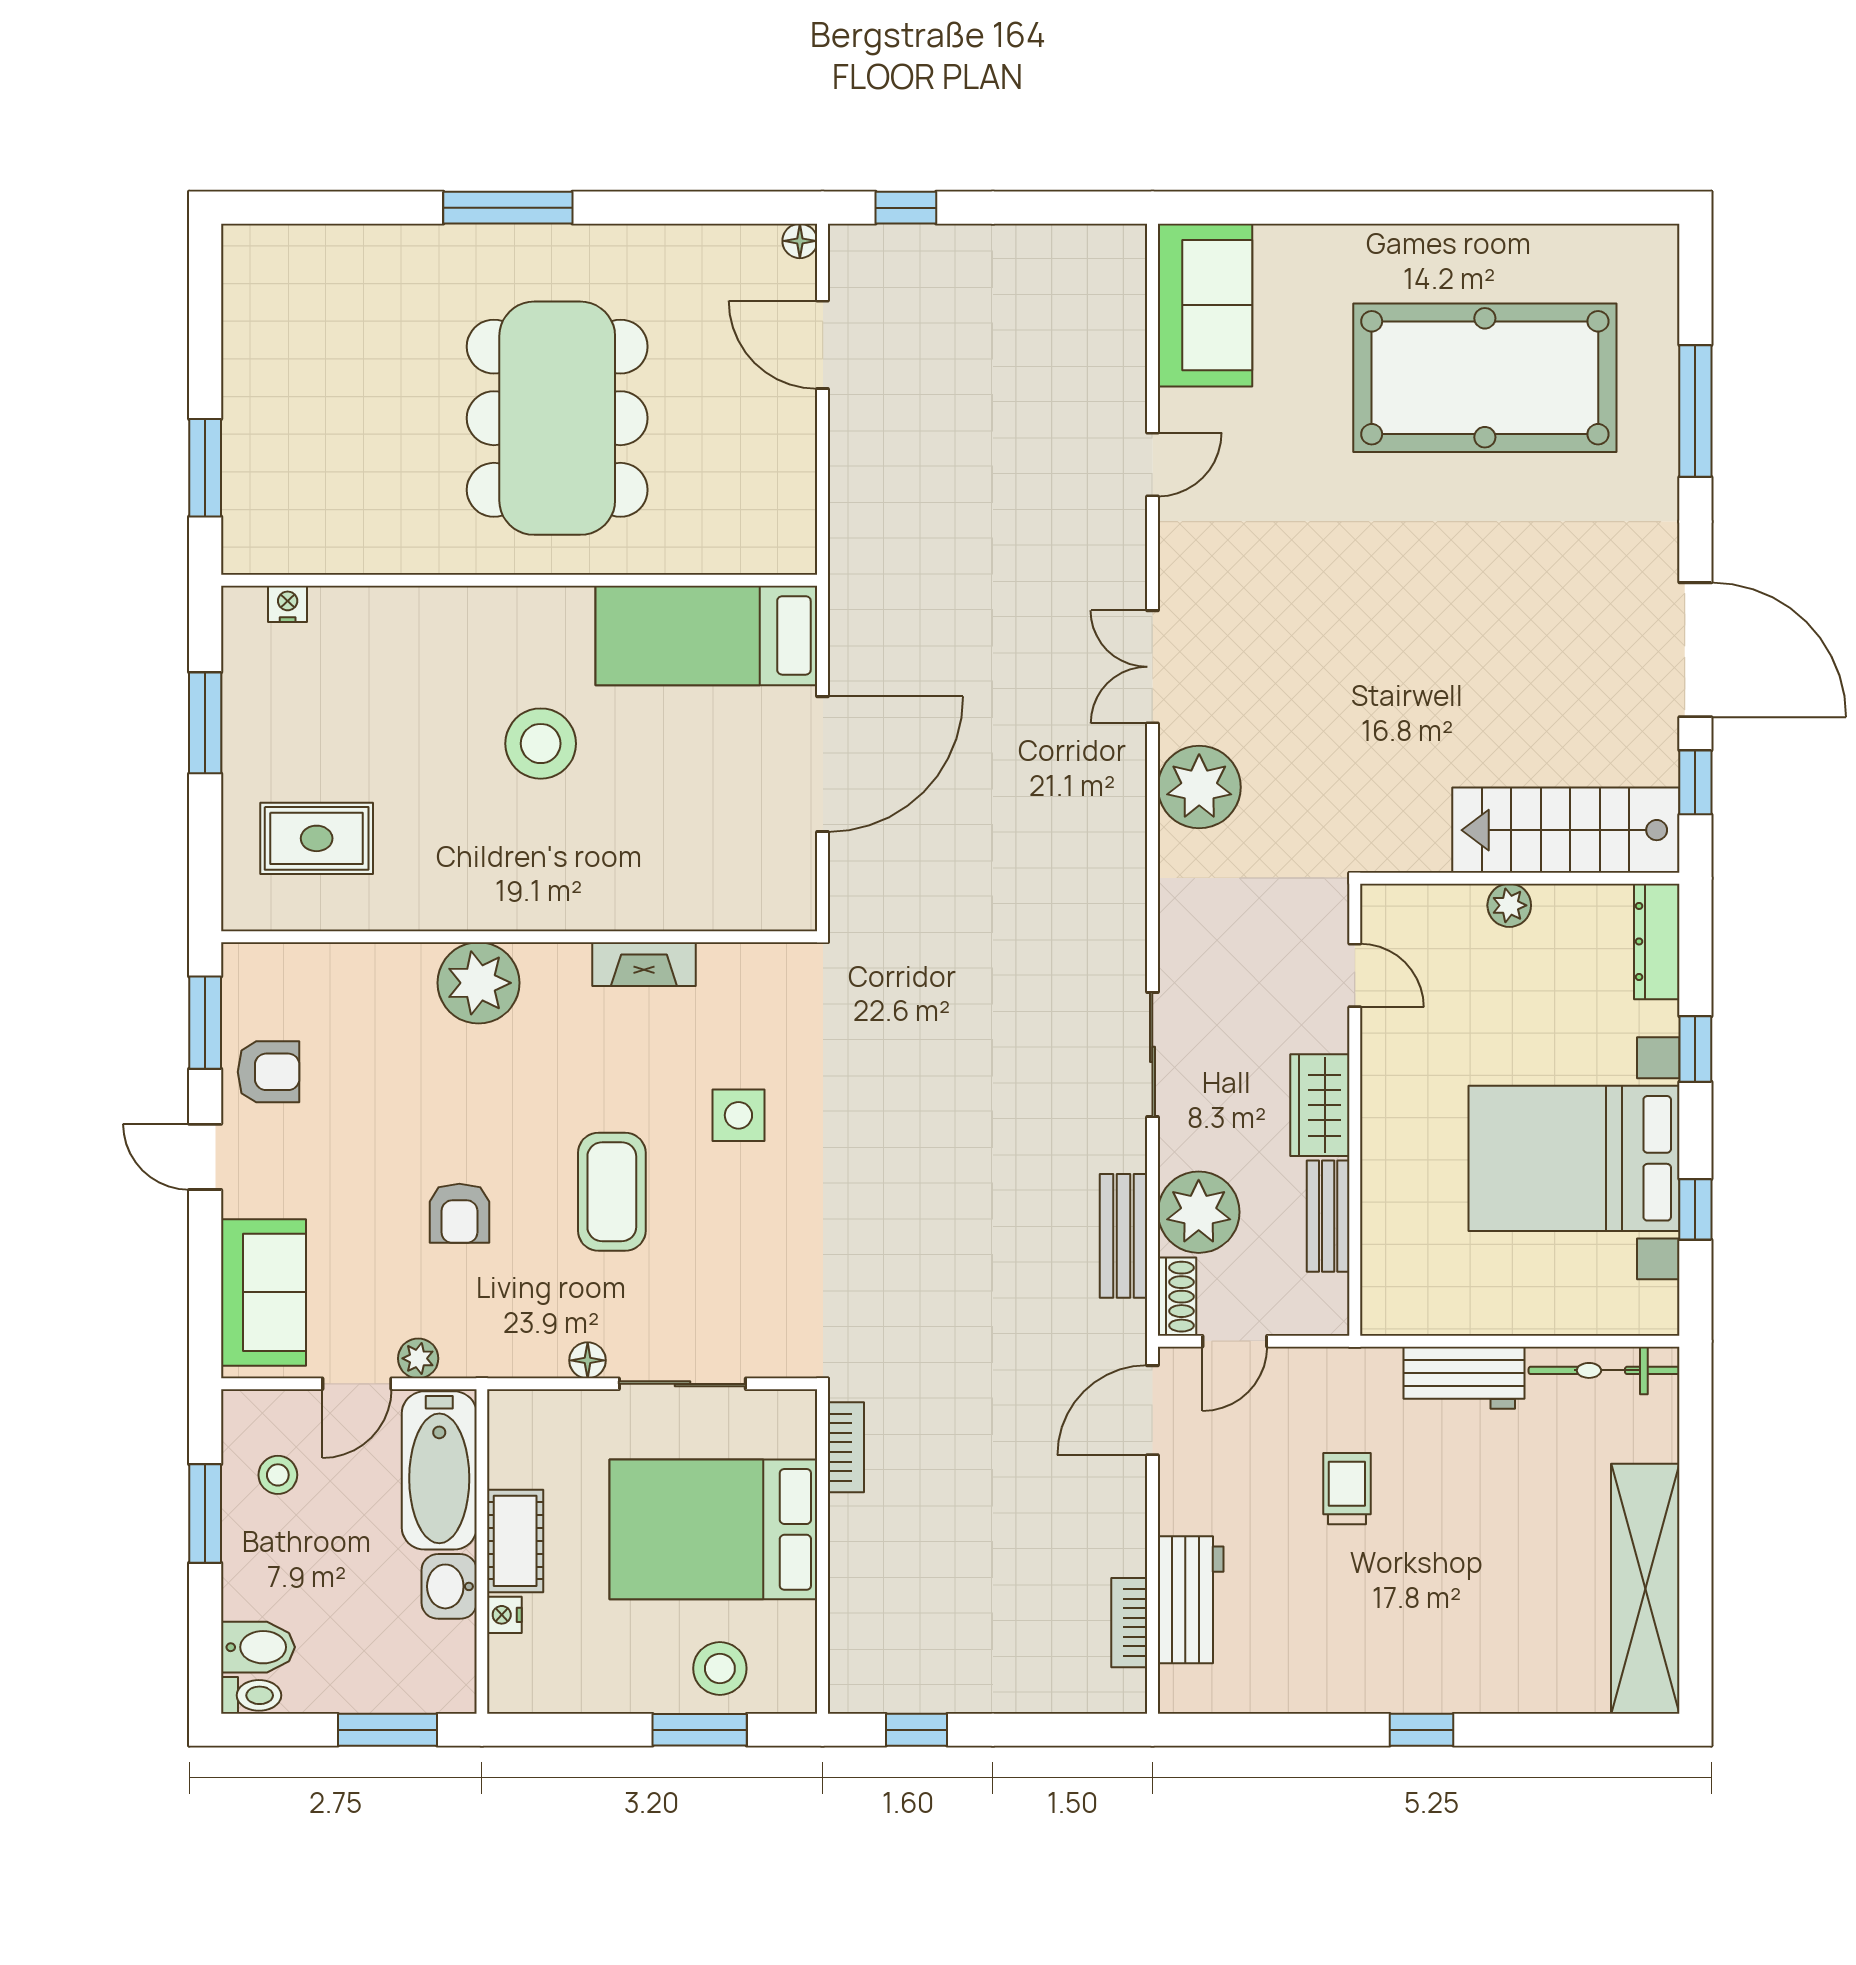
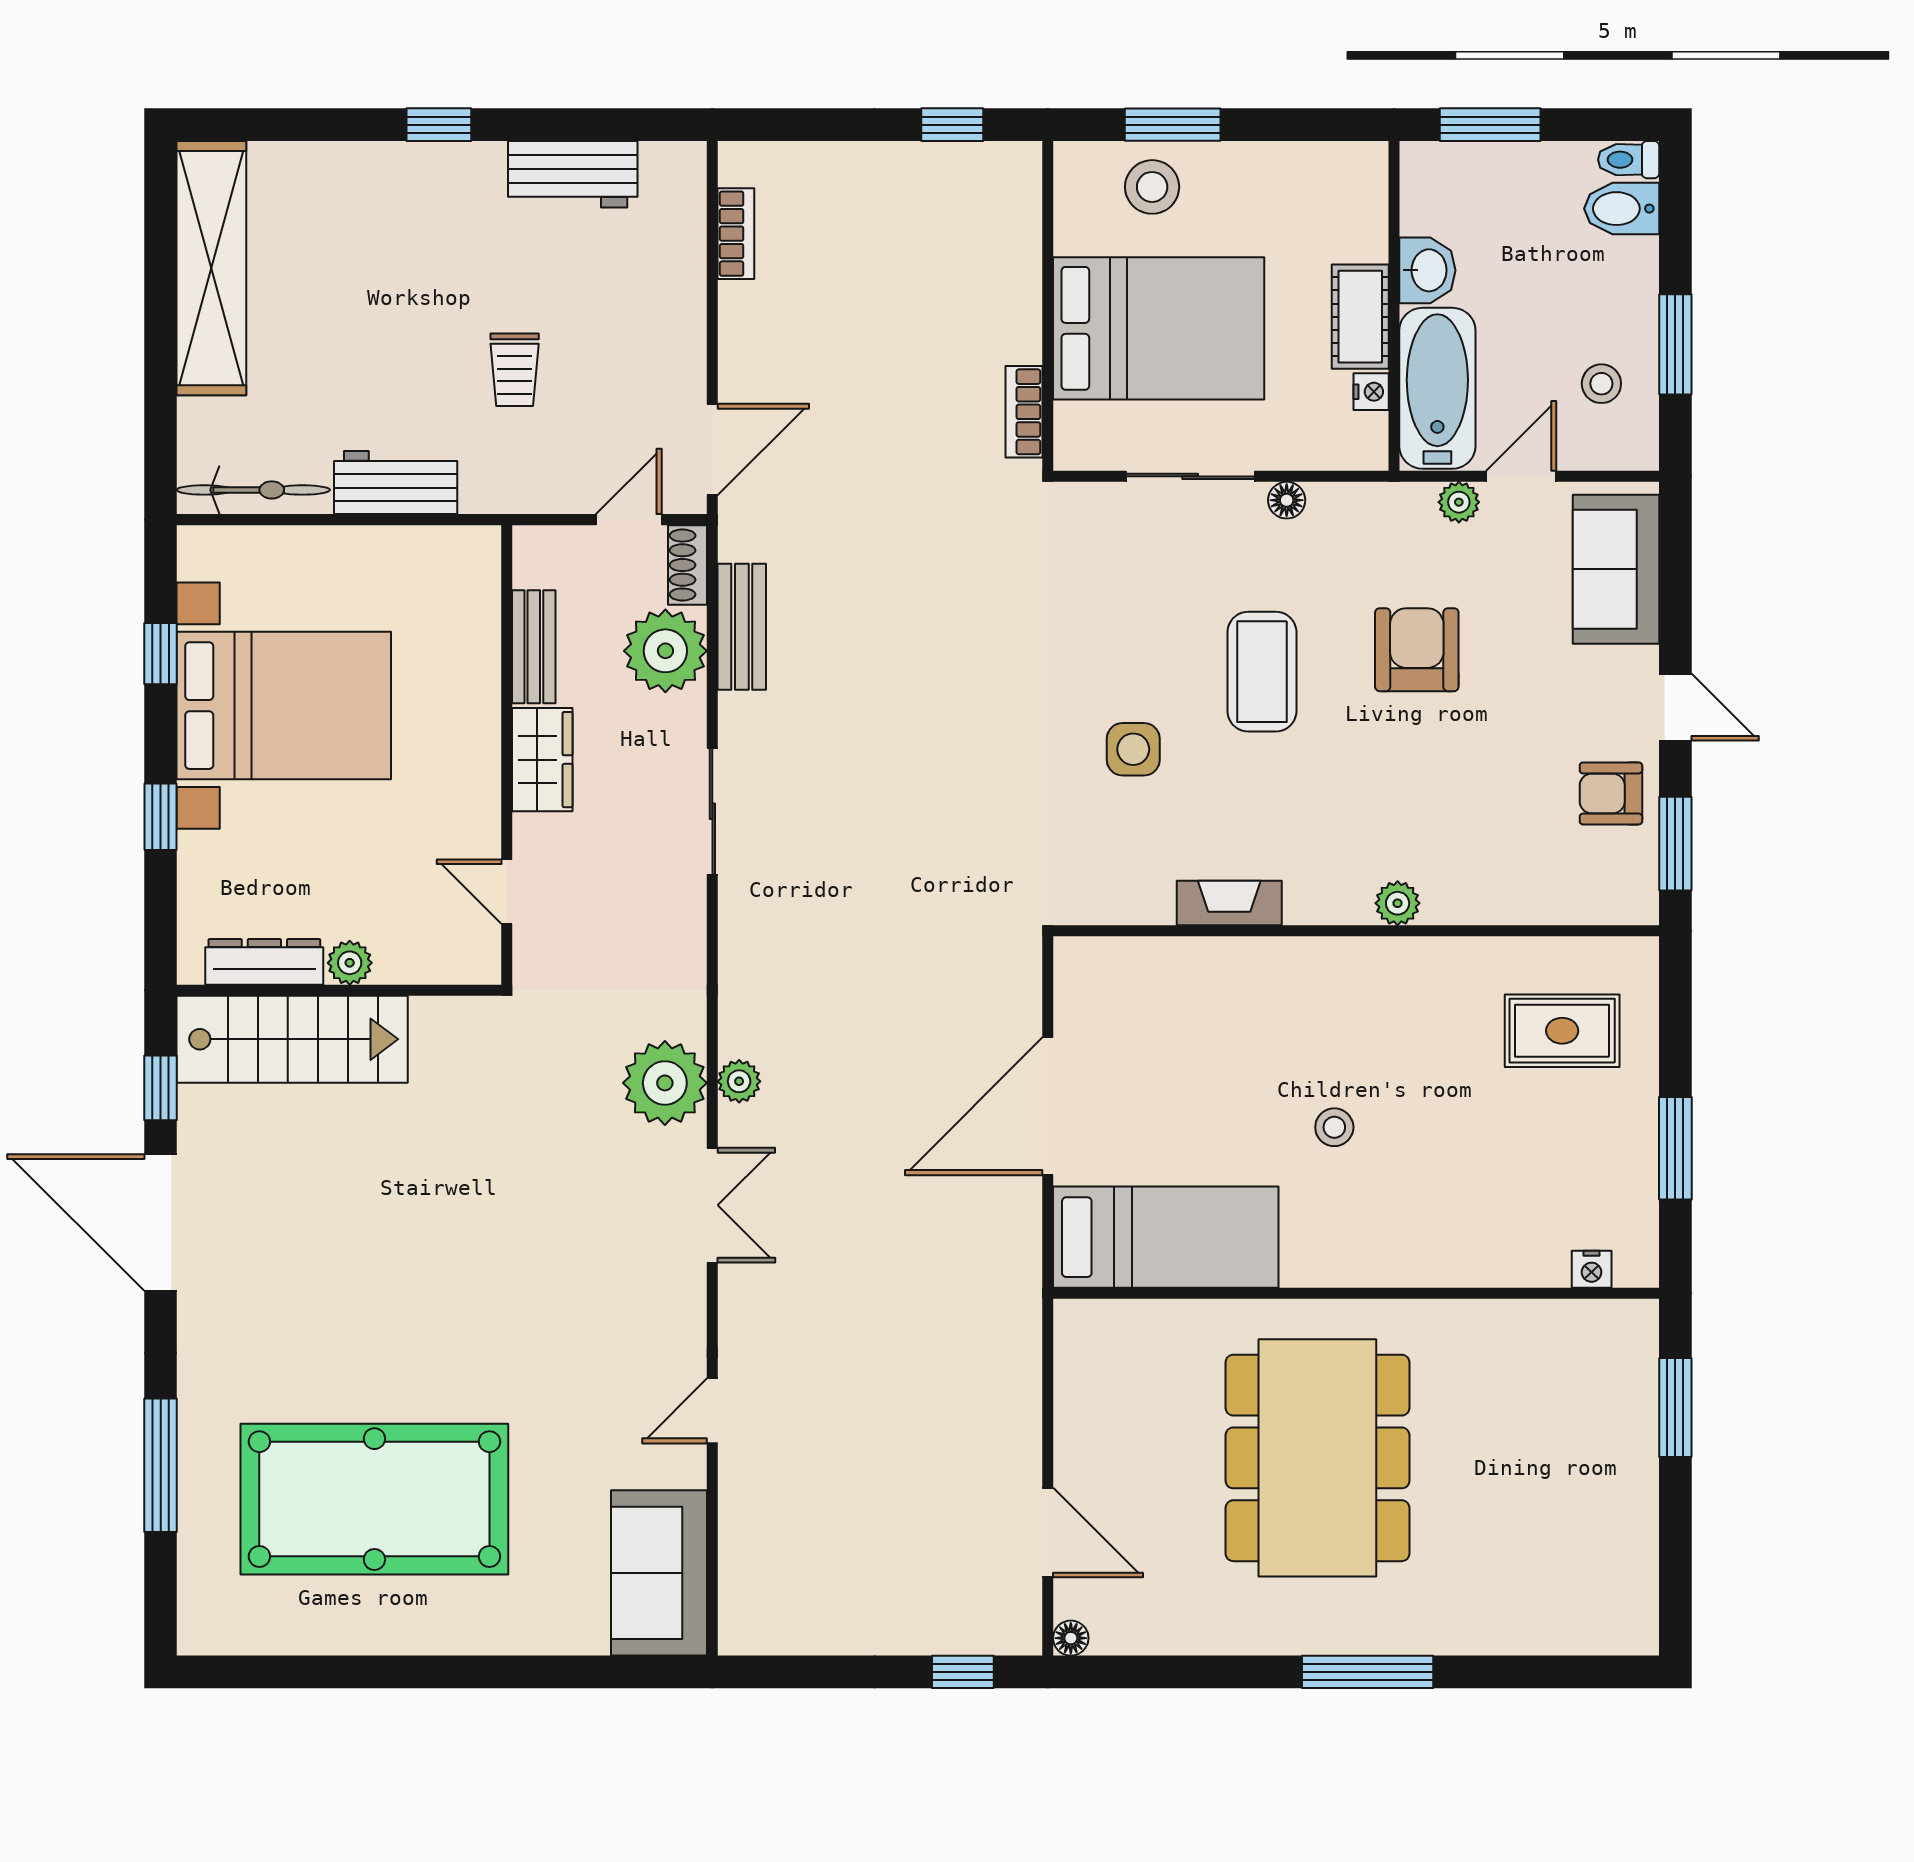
stool: (541, 744) -> (1334, 1127), width x0.53, depth x0.53
plant: (1126, 789) -> (739, 1081), added
dresser: (1657, 941) -> (264, 962), moved, turned -90
plant: (478, 983) -> (1398, 903), width x0.53, depth x0.53
armchair: (459, 1213) -> (1417, 650), width x1.38, depth x1.38
workbench: (1191, 1600) -> (573, 174), moved, turned -90
nightstand: (504, 1615) -> (1371, 392), moved

